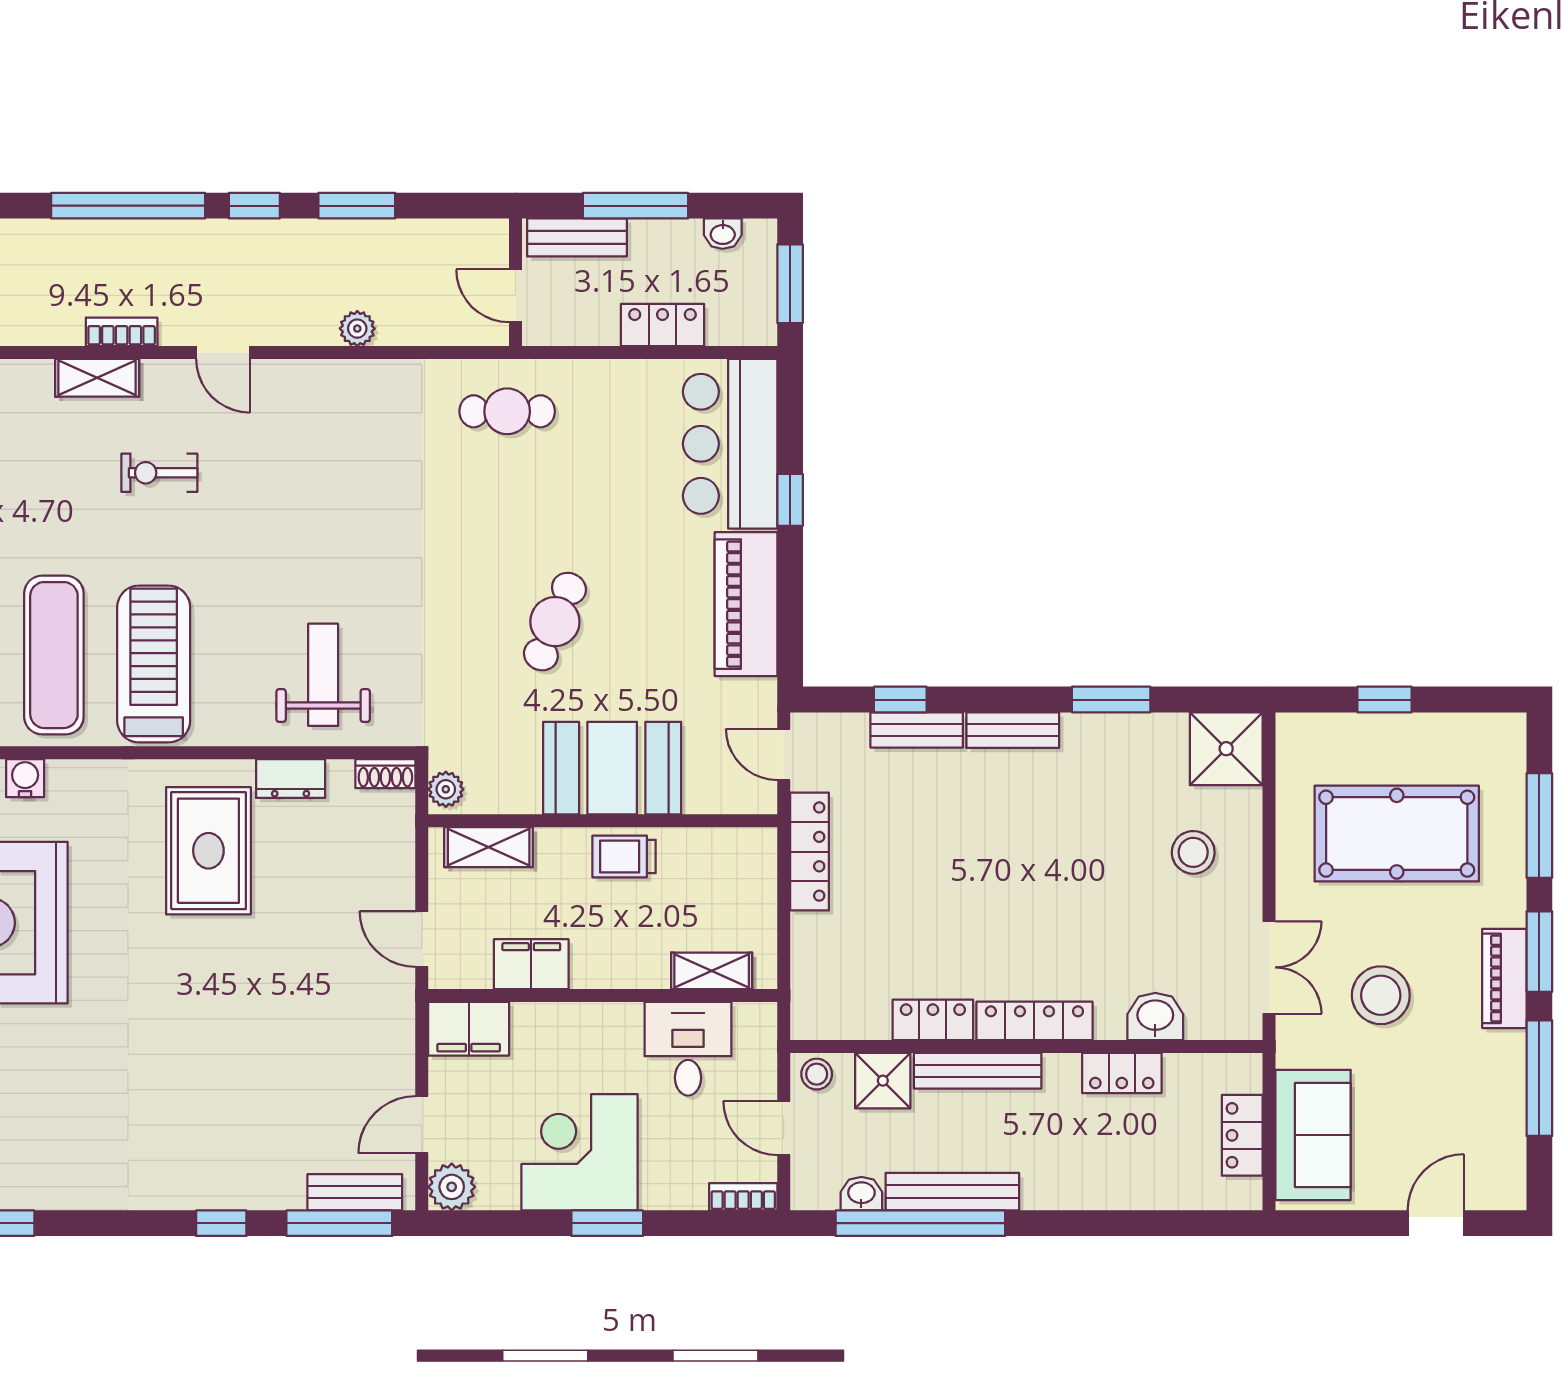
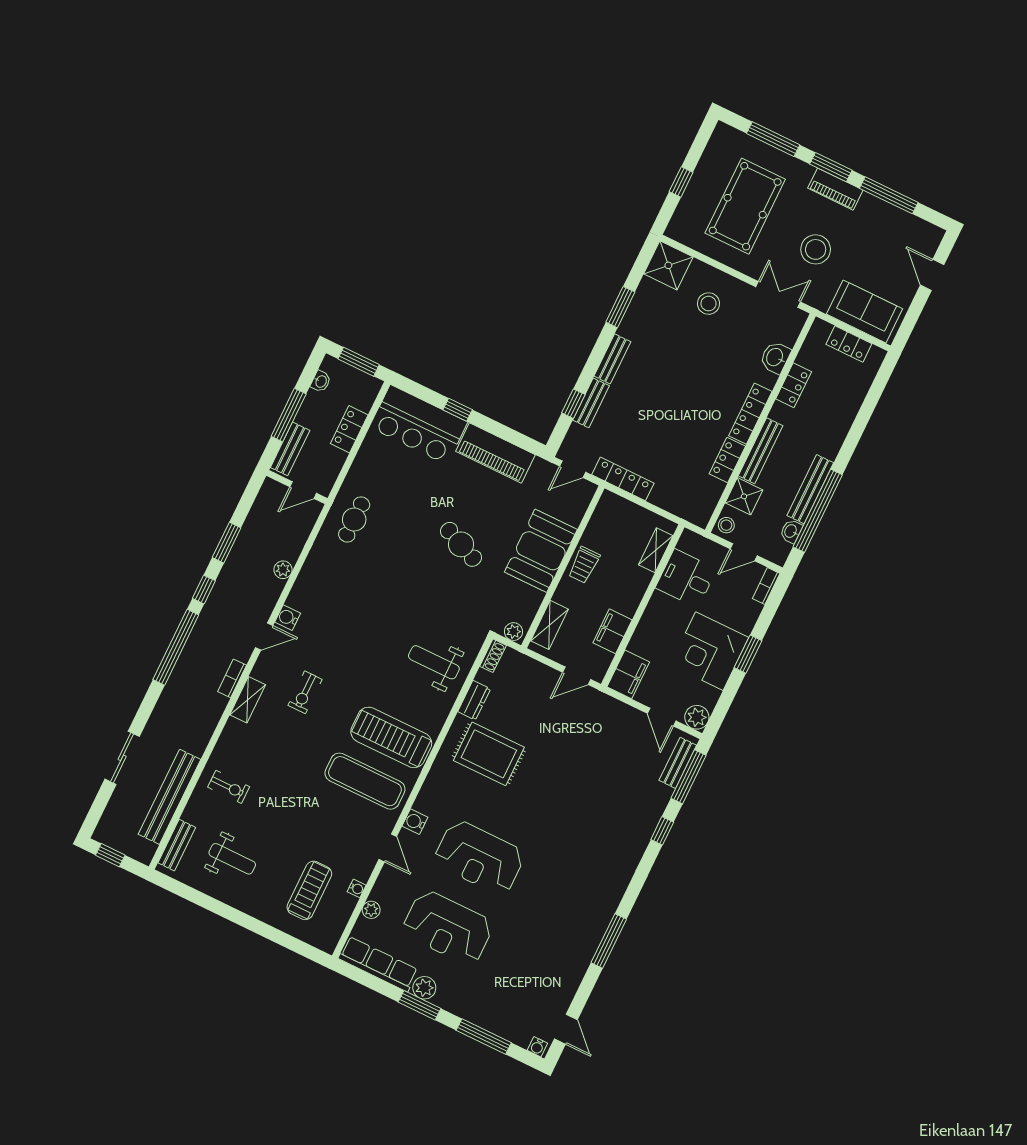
water cooler: (277, 378) -> (288, 618), added

